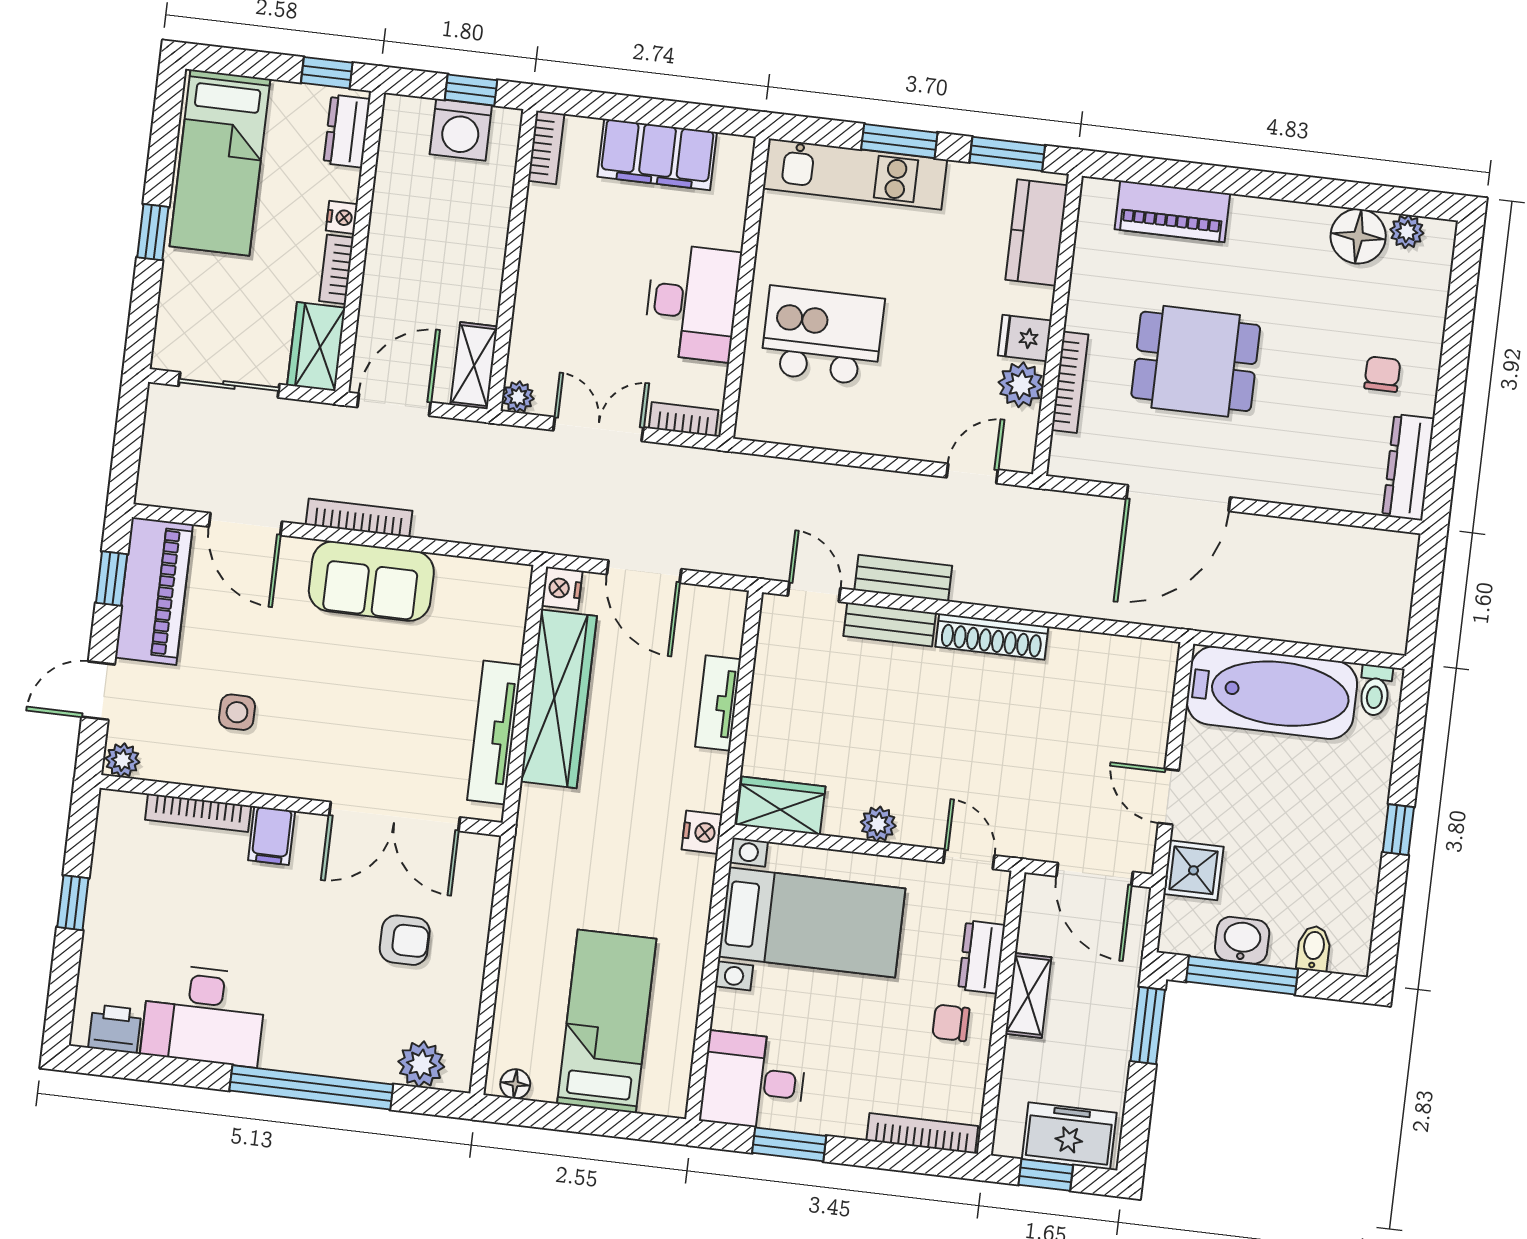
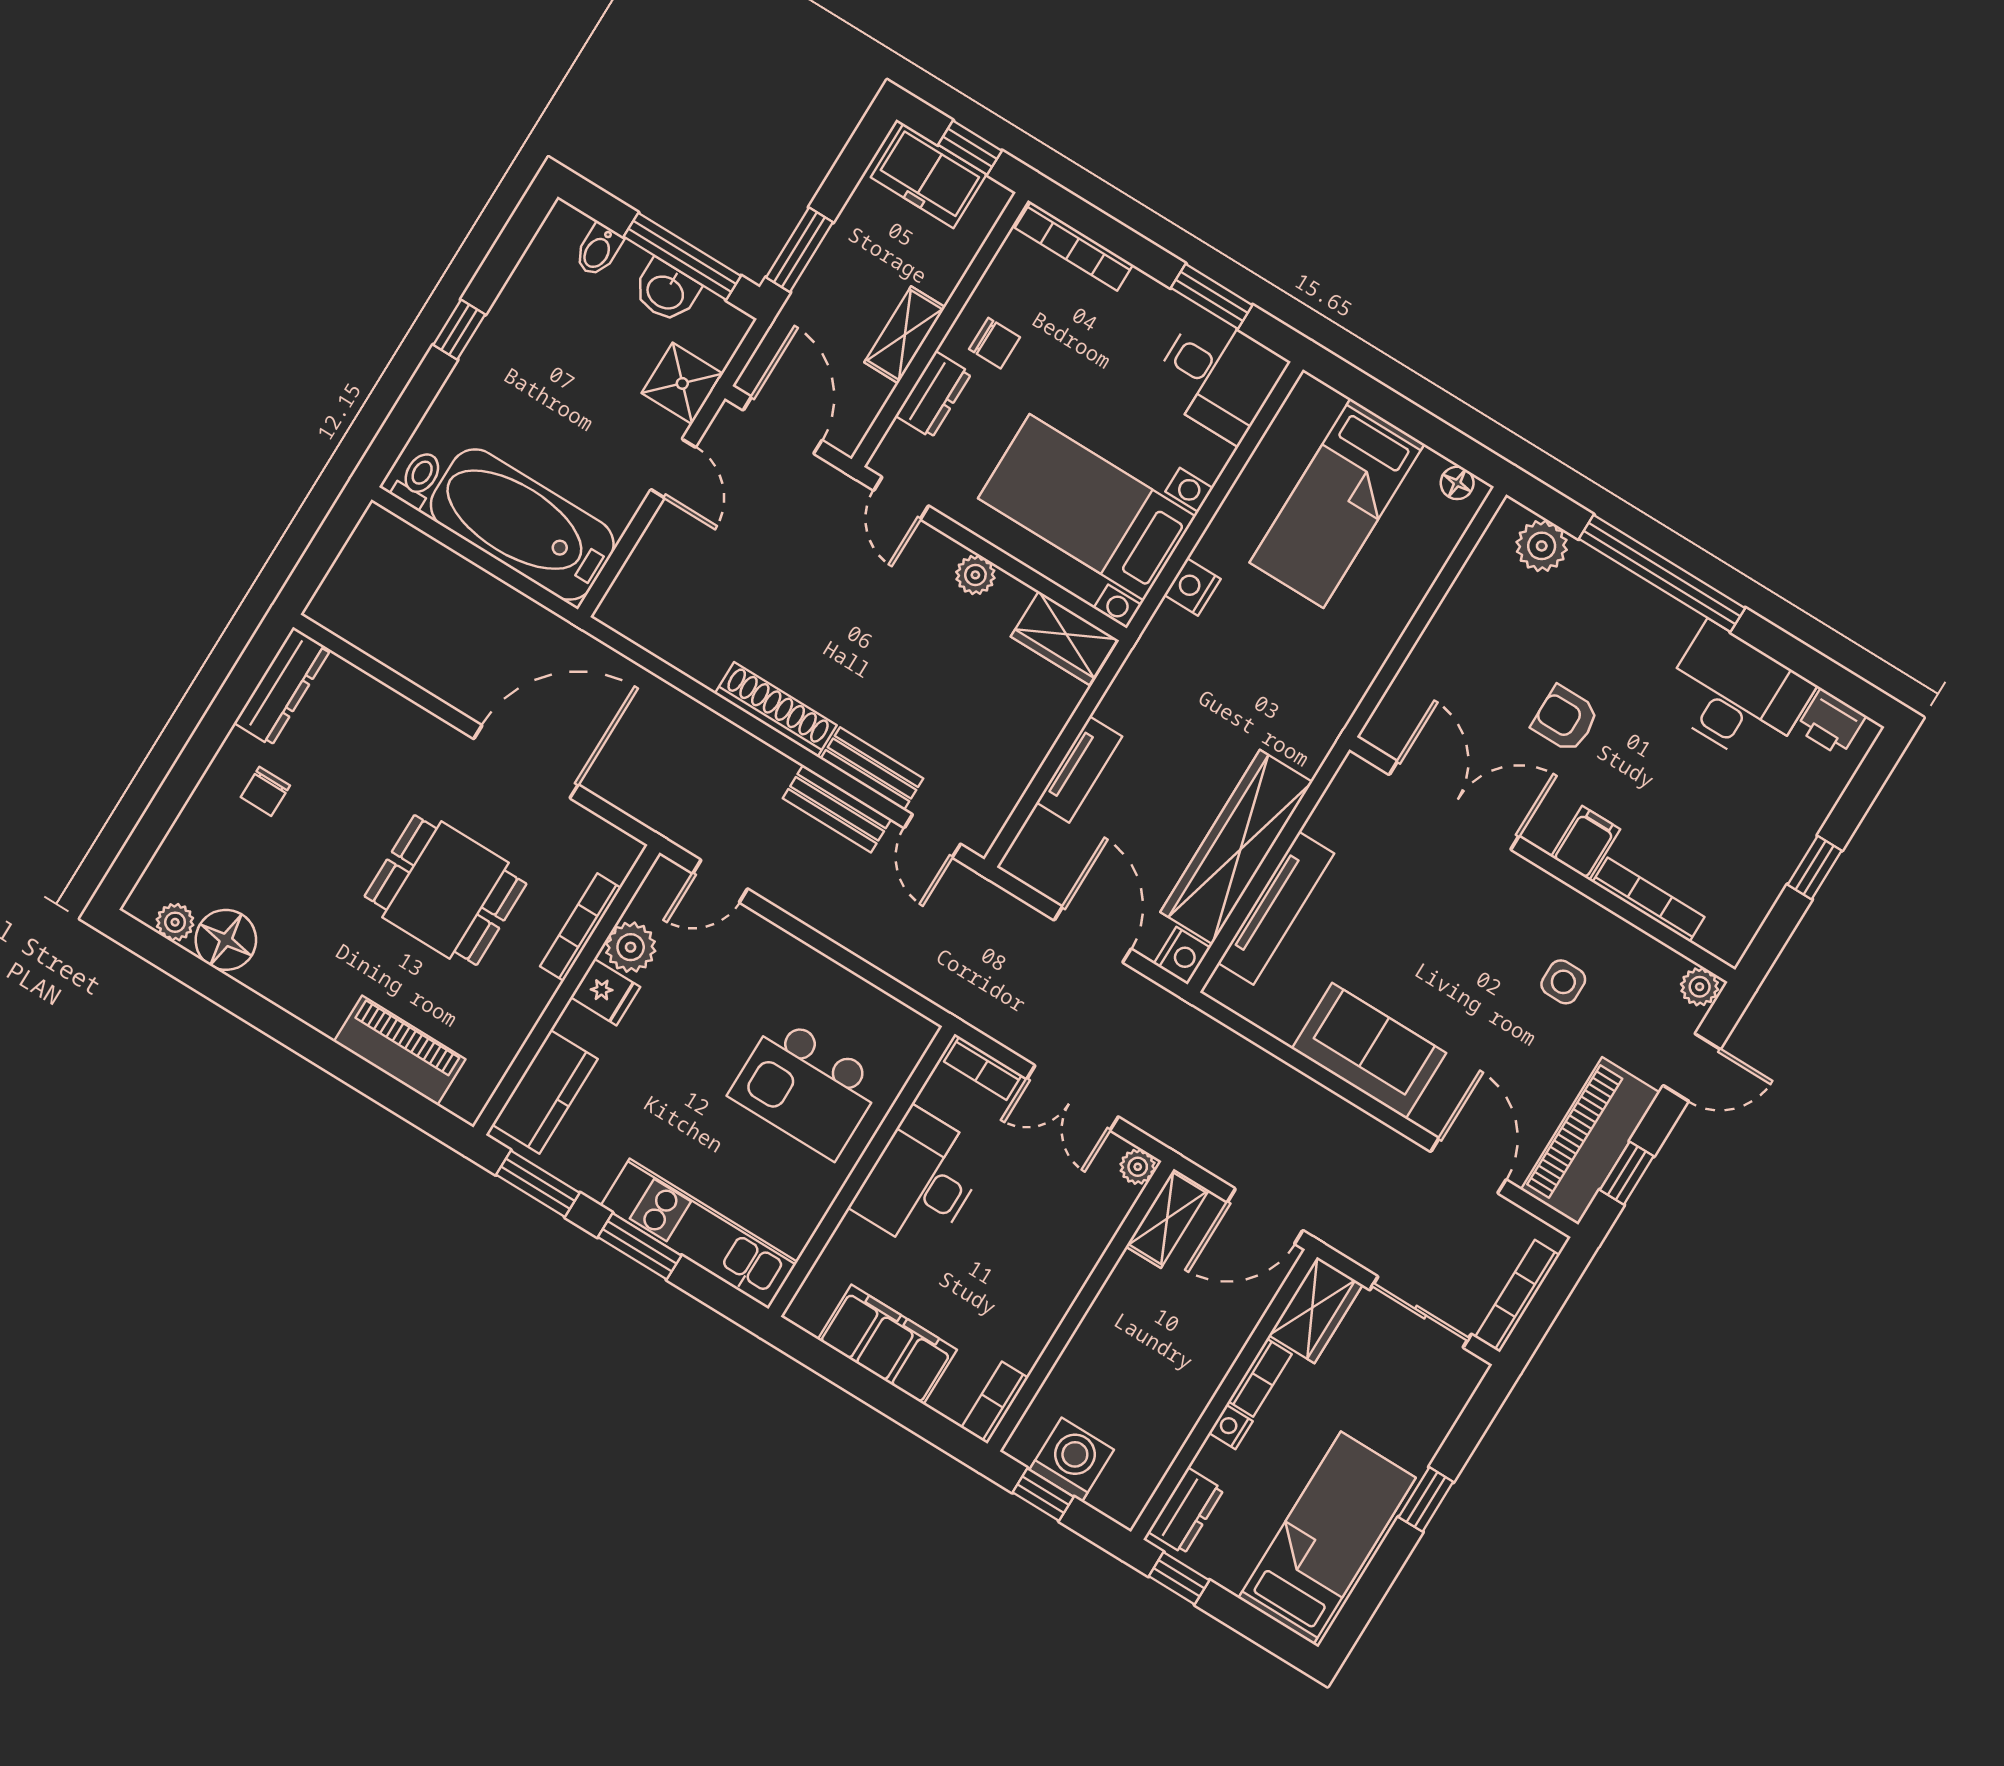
bookcase: (359, 518) -> (1517, 1296), moved, turned 90
tv unit: (494, 732) -> (1276, 908), moved
nightstand: (702, 832) -> (1192, 587), moved
armchair: (405, 940) -> (1565, 719), moved

